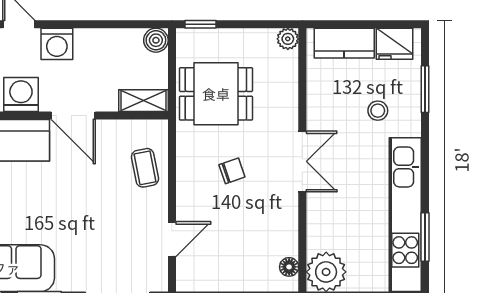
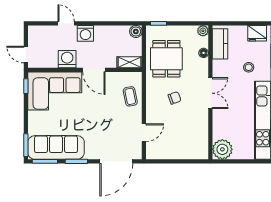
kitchen counter: (344, 43) -> (220, 44), moved, turned -90
dining table: (216, 94) -> (166, 59), turned 90
floor lamp: (289, 267) -> (204, 53), moved

